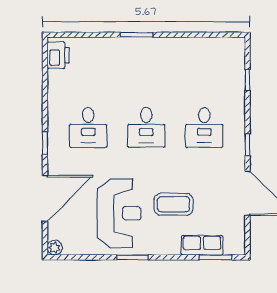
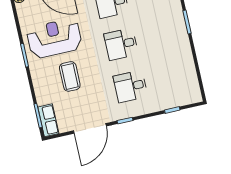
reception desk: (119, 213) -> (54, 38), turned 180
row of seats: (202, 245) -> (48, 120), moved

